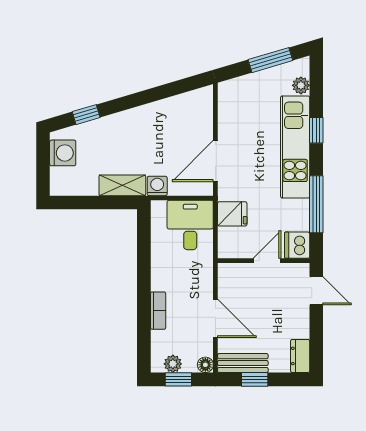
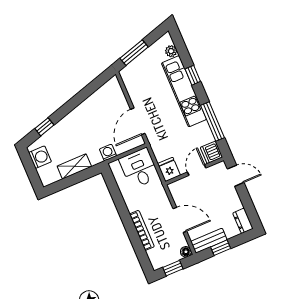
window: (270, 60) -> (134, 53), moved
shelving: (122, 185) -> (74, 166), moved
fridge: (232, 214) -> (169, 169), moved, turned -90
bookcase: (158, 311) -> (142, 230), width x1.56
plant: (173, 364) -> (165, 260), removed

